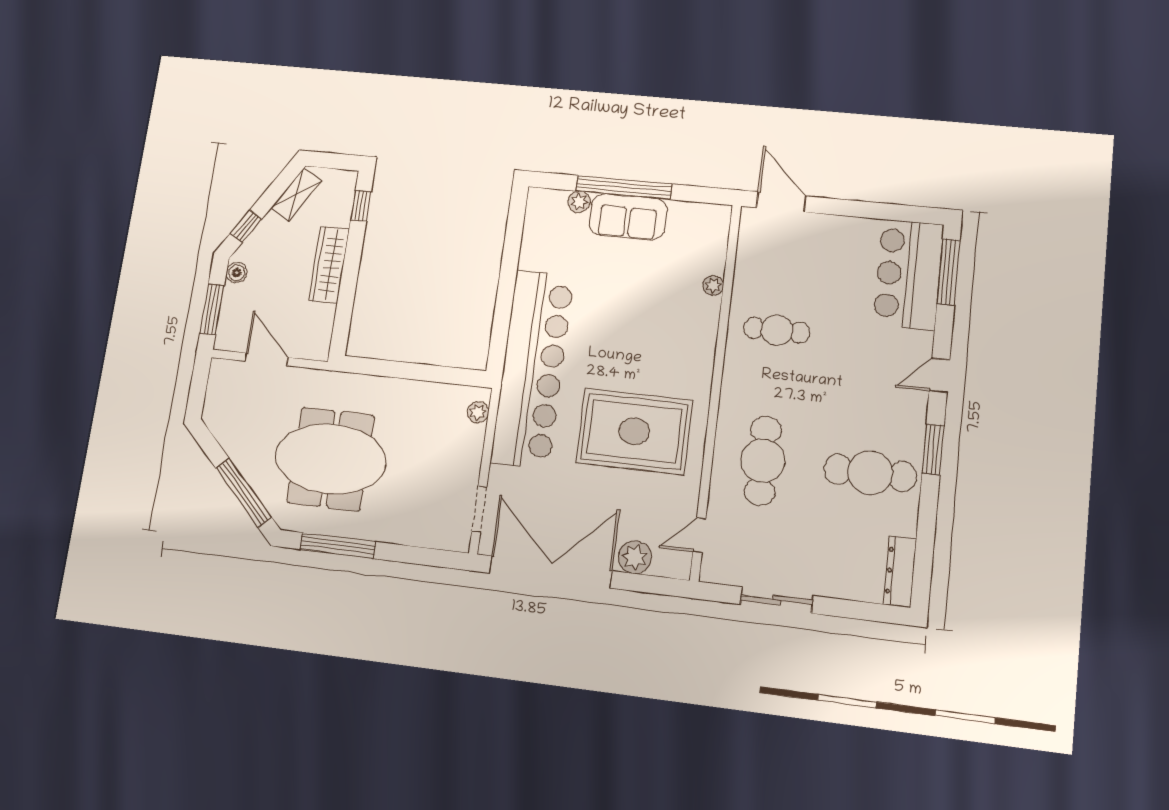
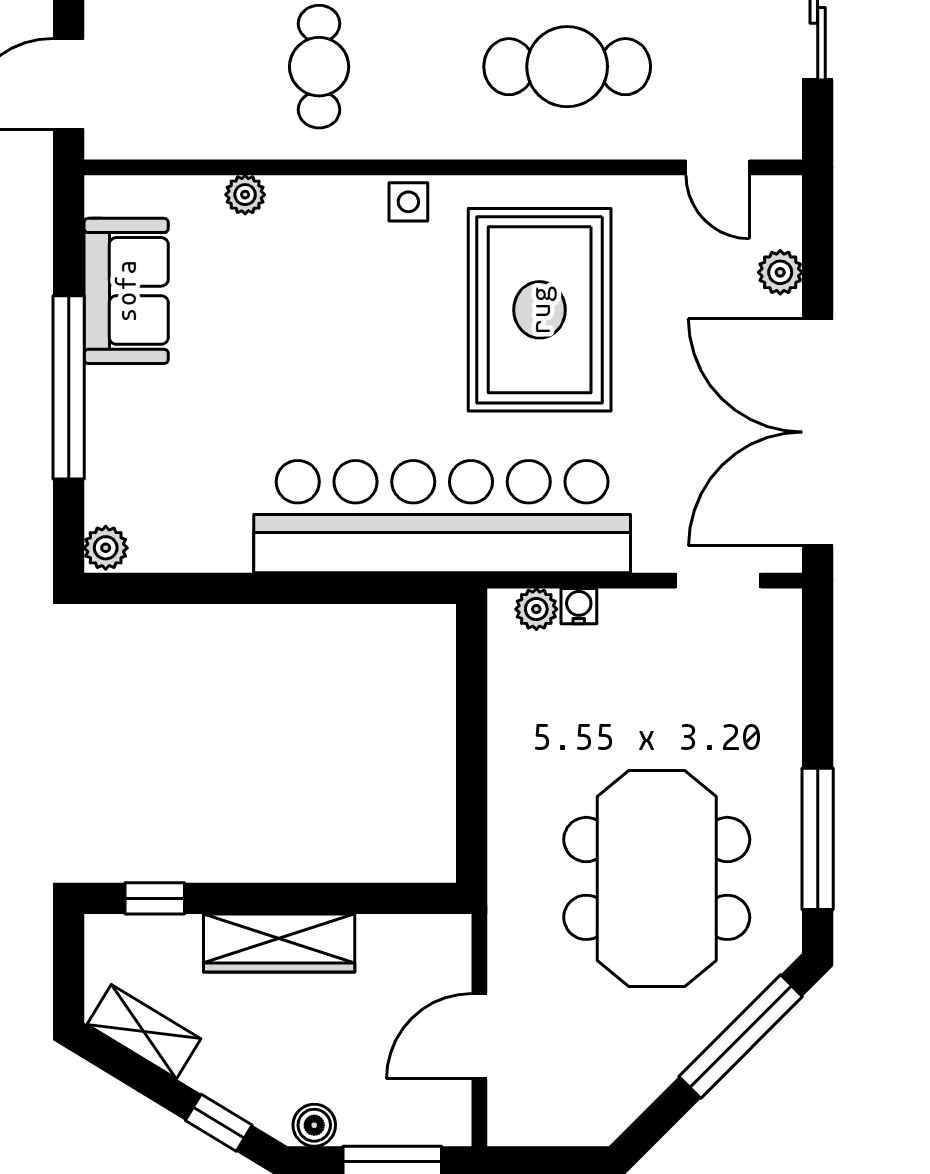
plant: (579, 202) -> (106, 548), moved
sofa: (628, 217) -> (126, 291), moved
side table: (700, 369) -> (408, 202), added
water cooler: (476, 434) -> (579, 606), added
plant: (635, 557) -> (780, 272), width x0.73, depth x0.73

